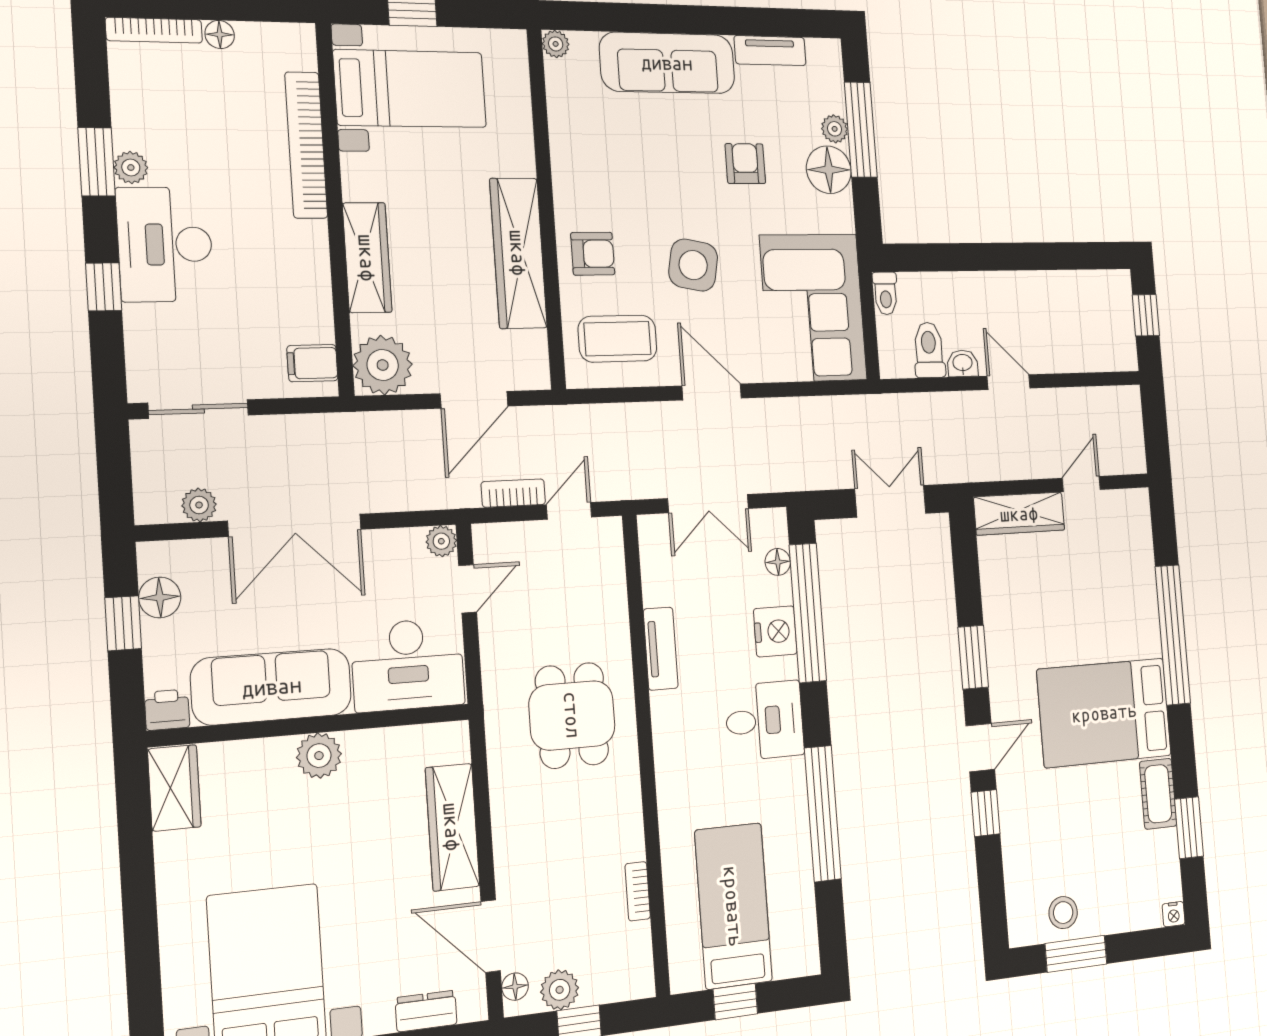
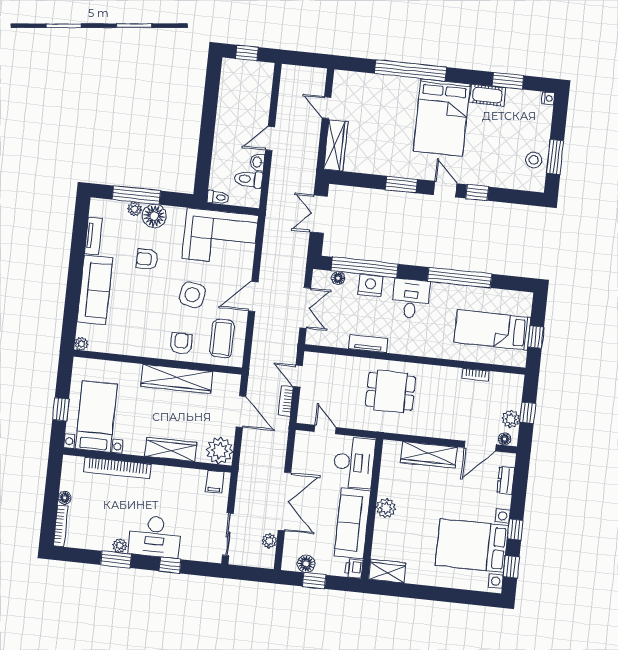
plant: (441, 541) -> (302, 438), removed

